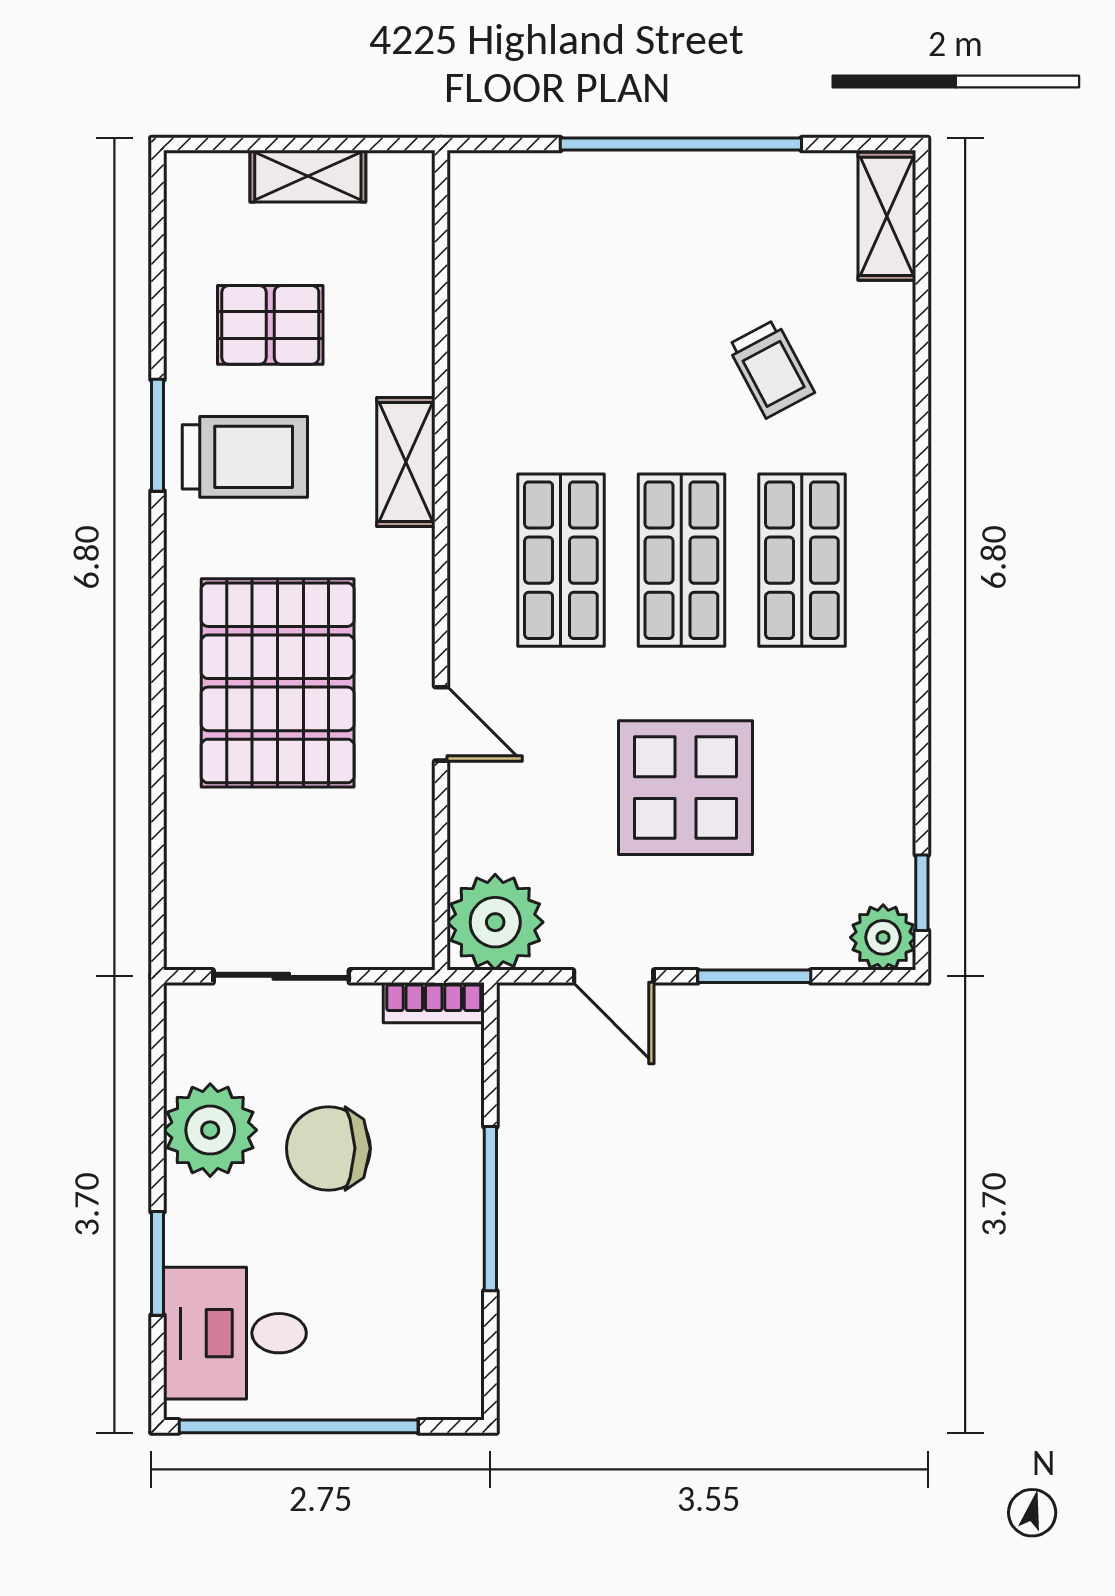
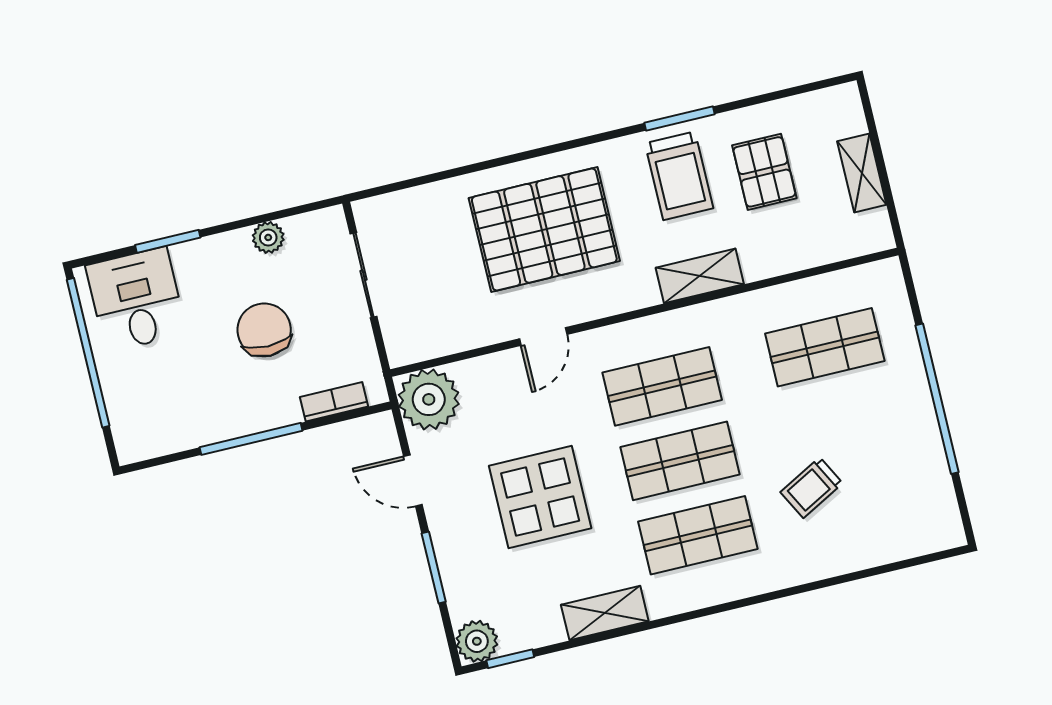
shelving: (887, 216) -> (605, 613), moved
shop shelf: (561, 297) -> (825, 347), added
door: (614, 976) -> (413, 481), hinge flipped
bookcase: (434, 1003) -> (334, 402), moved, turned 90
plant: (210, 1130) -> (268, 237), width x0.53, depth x0.53

